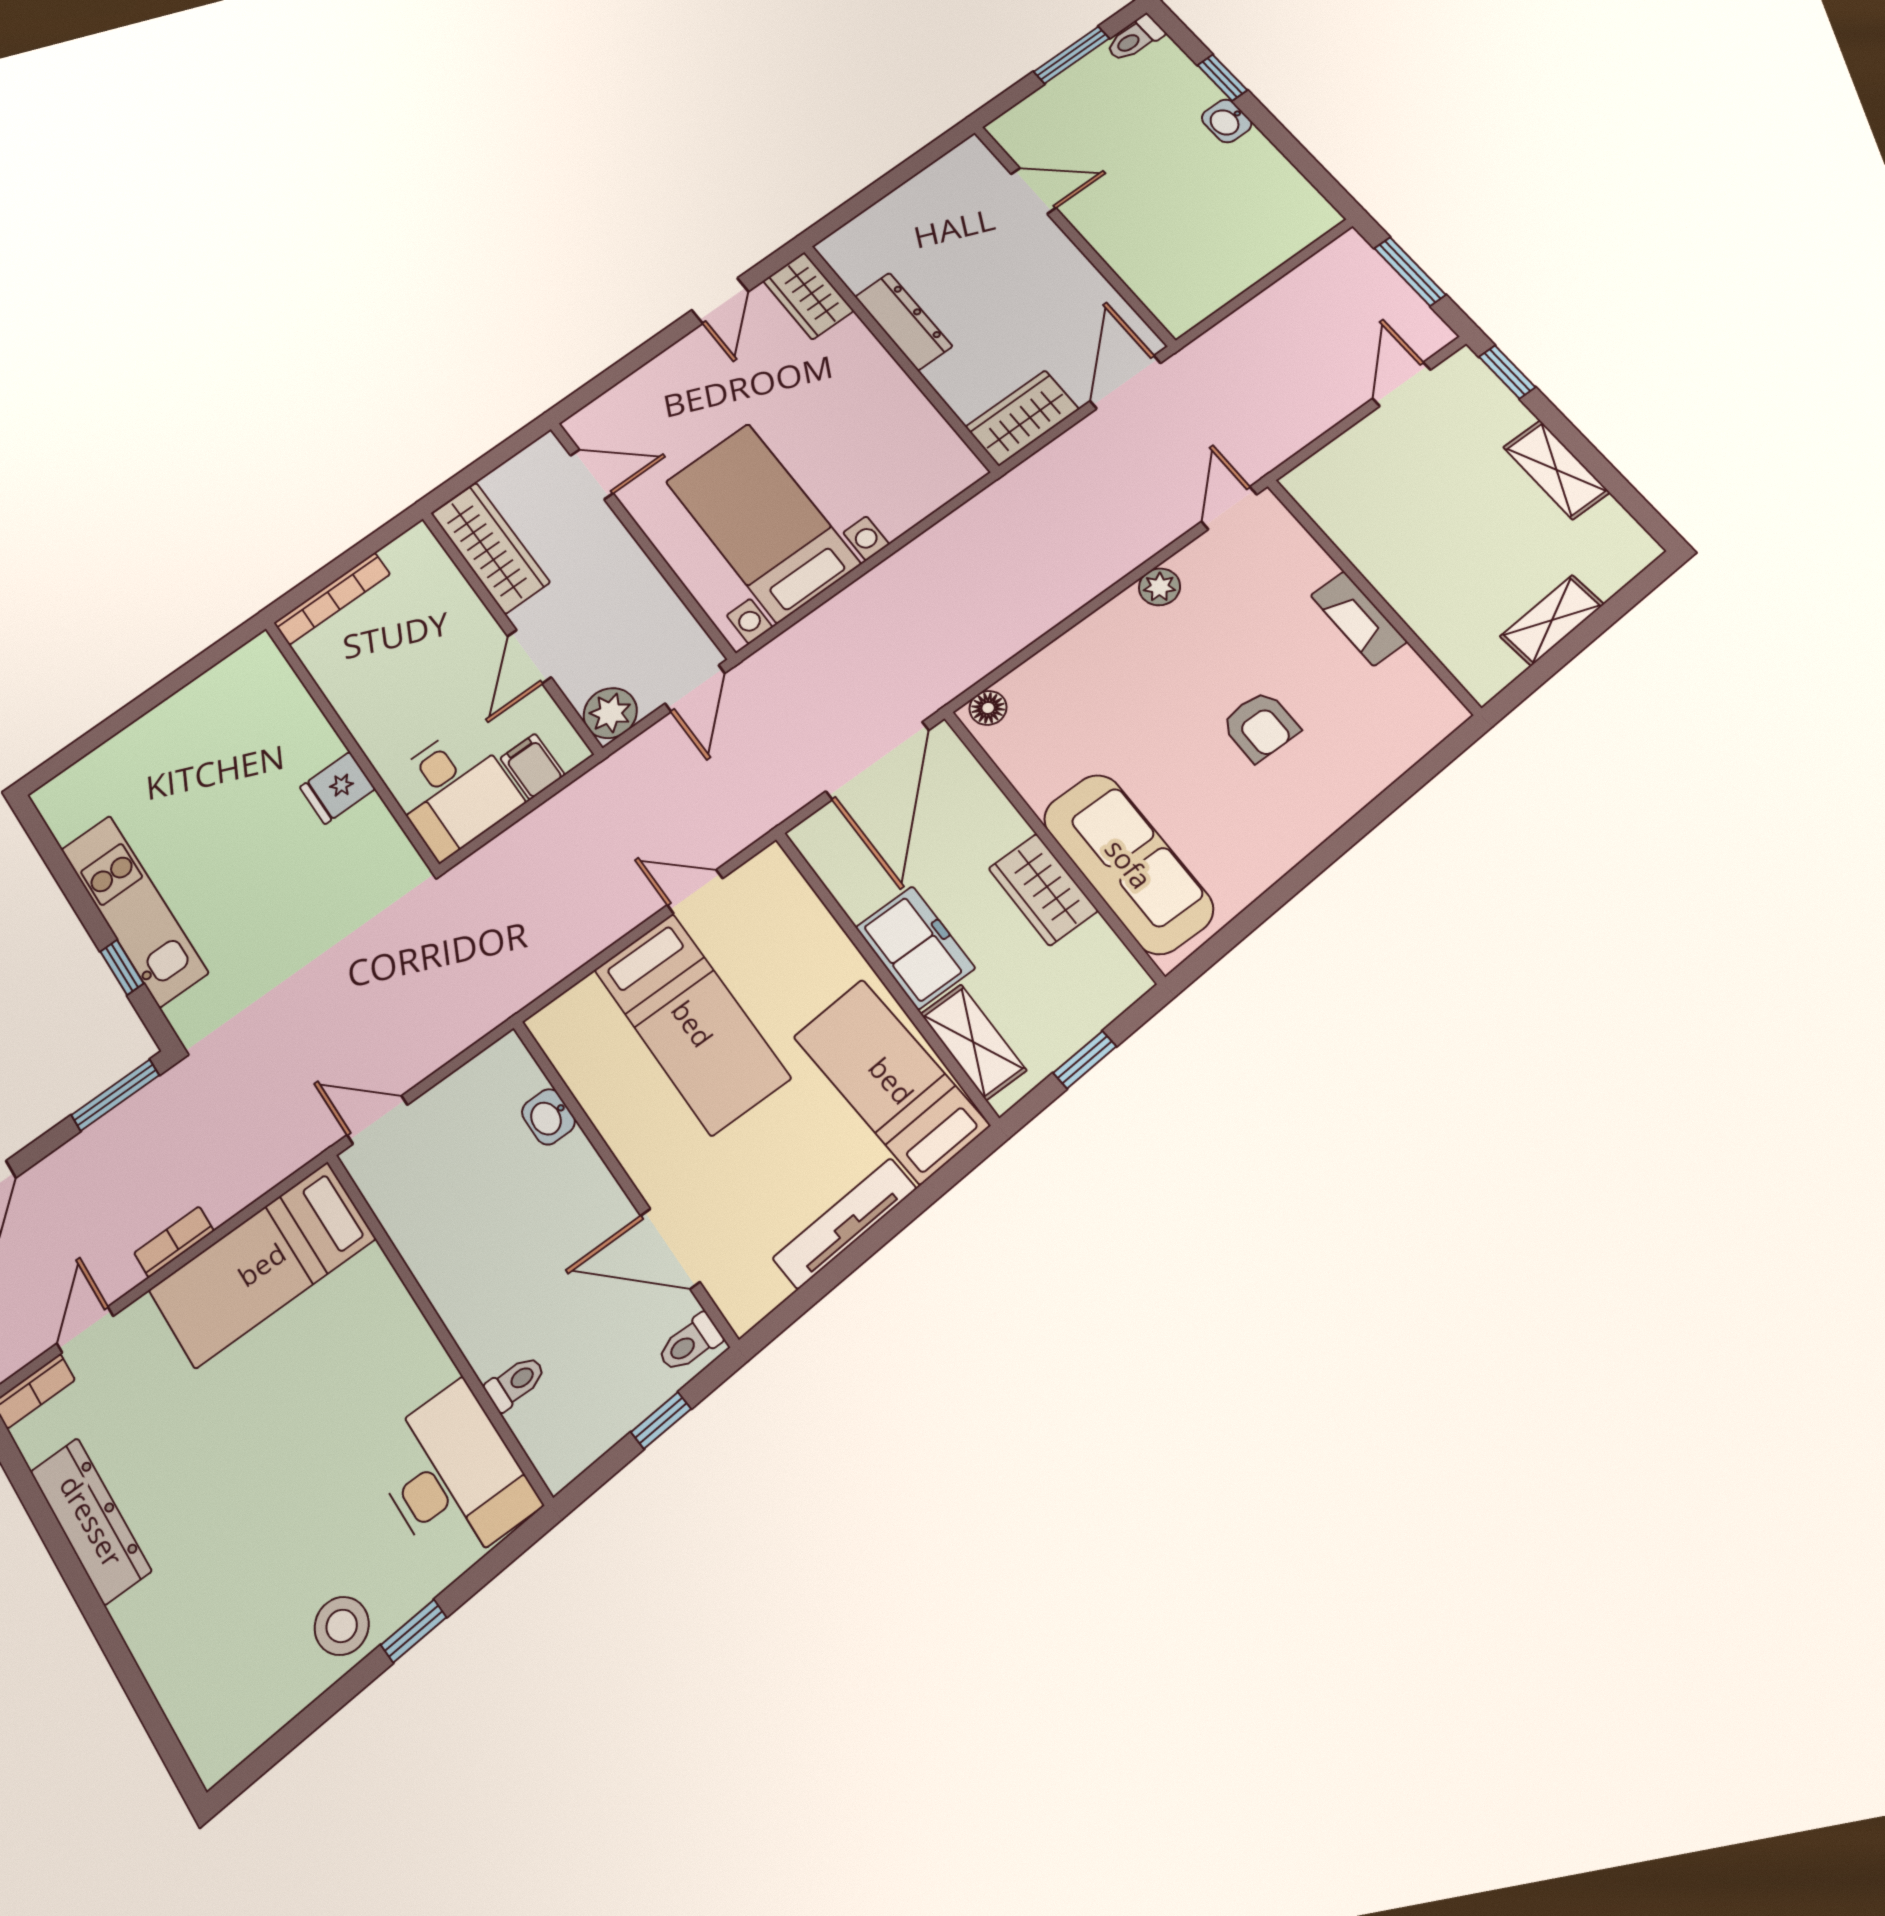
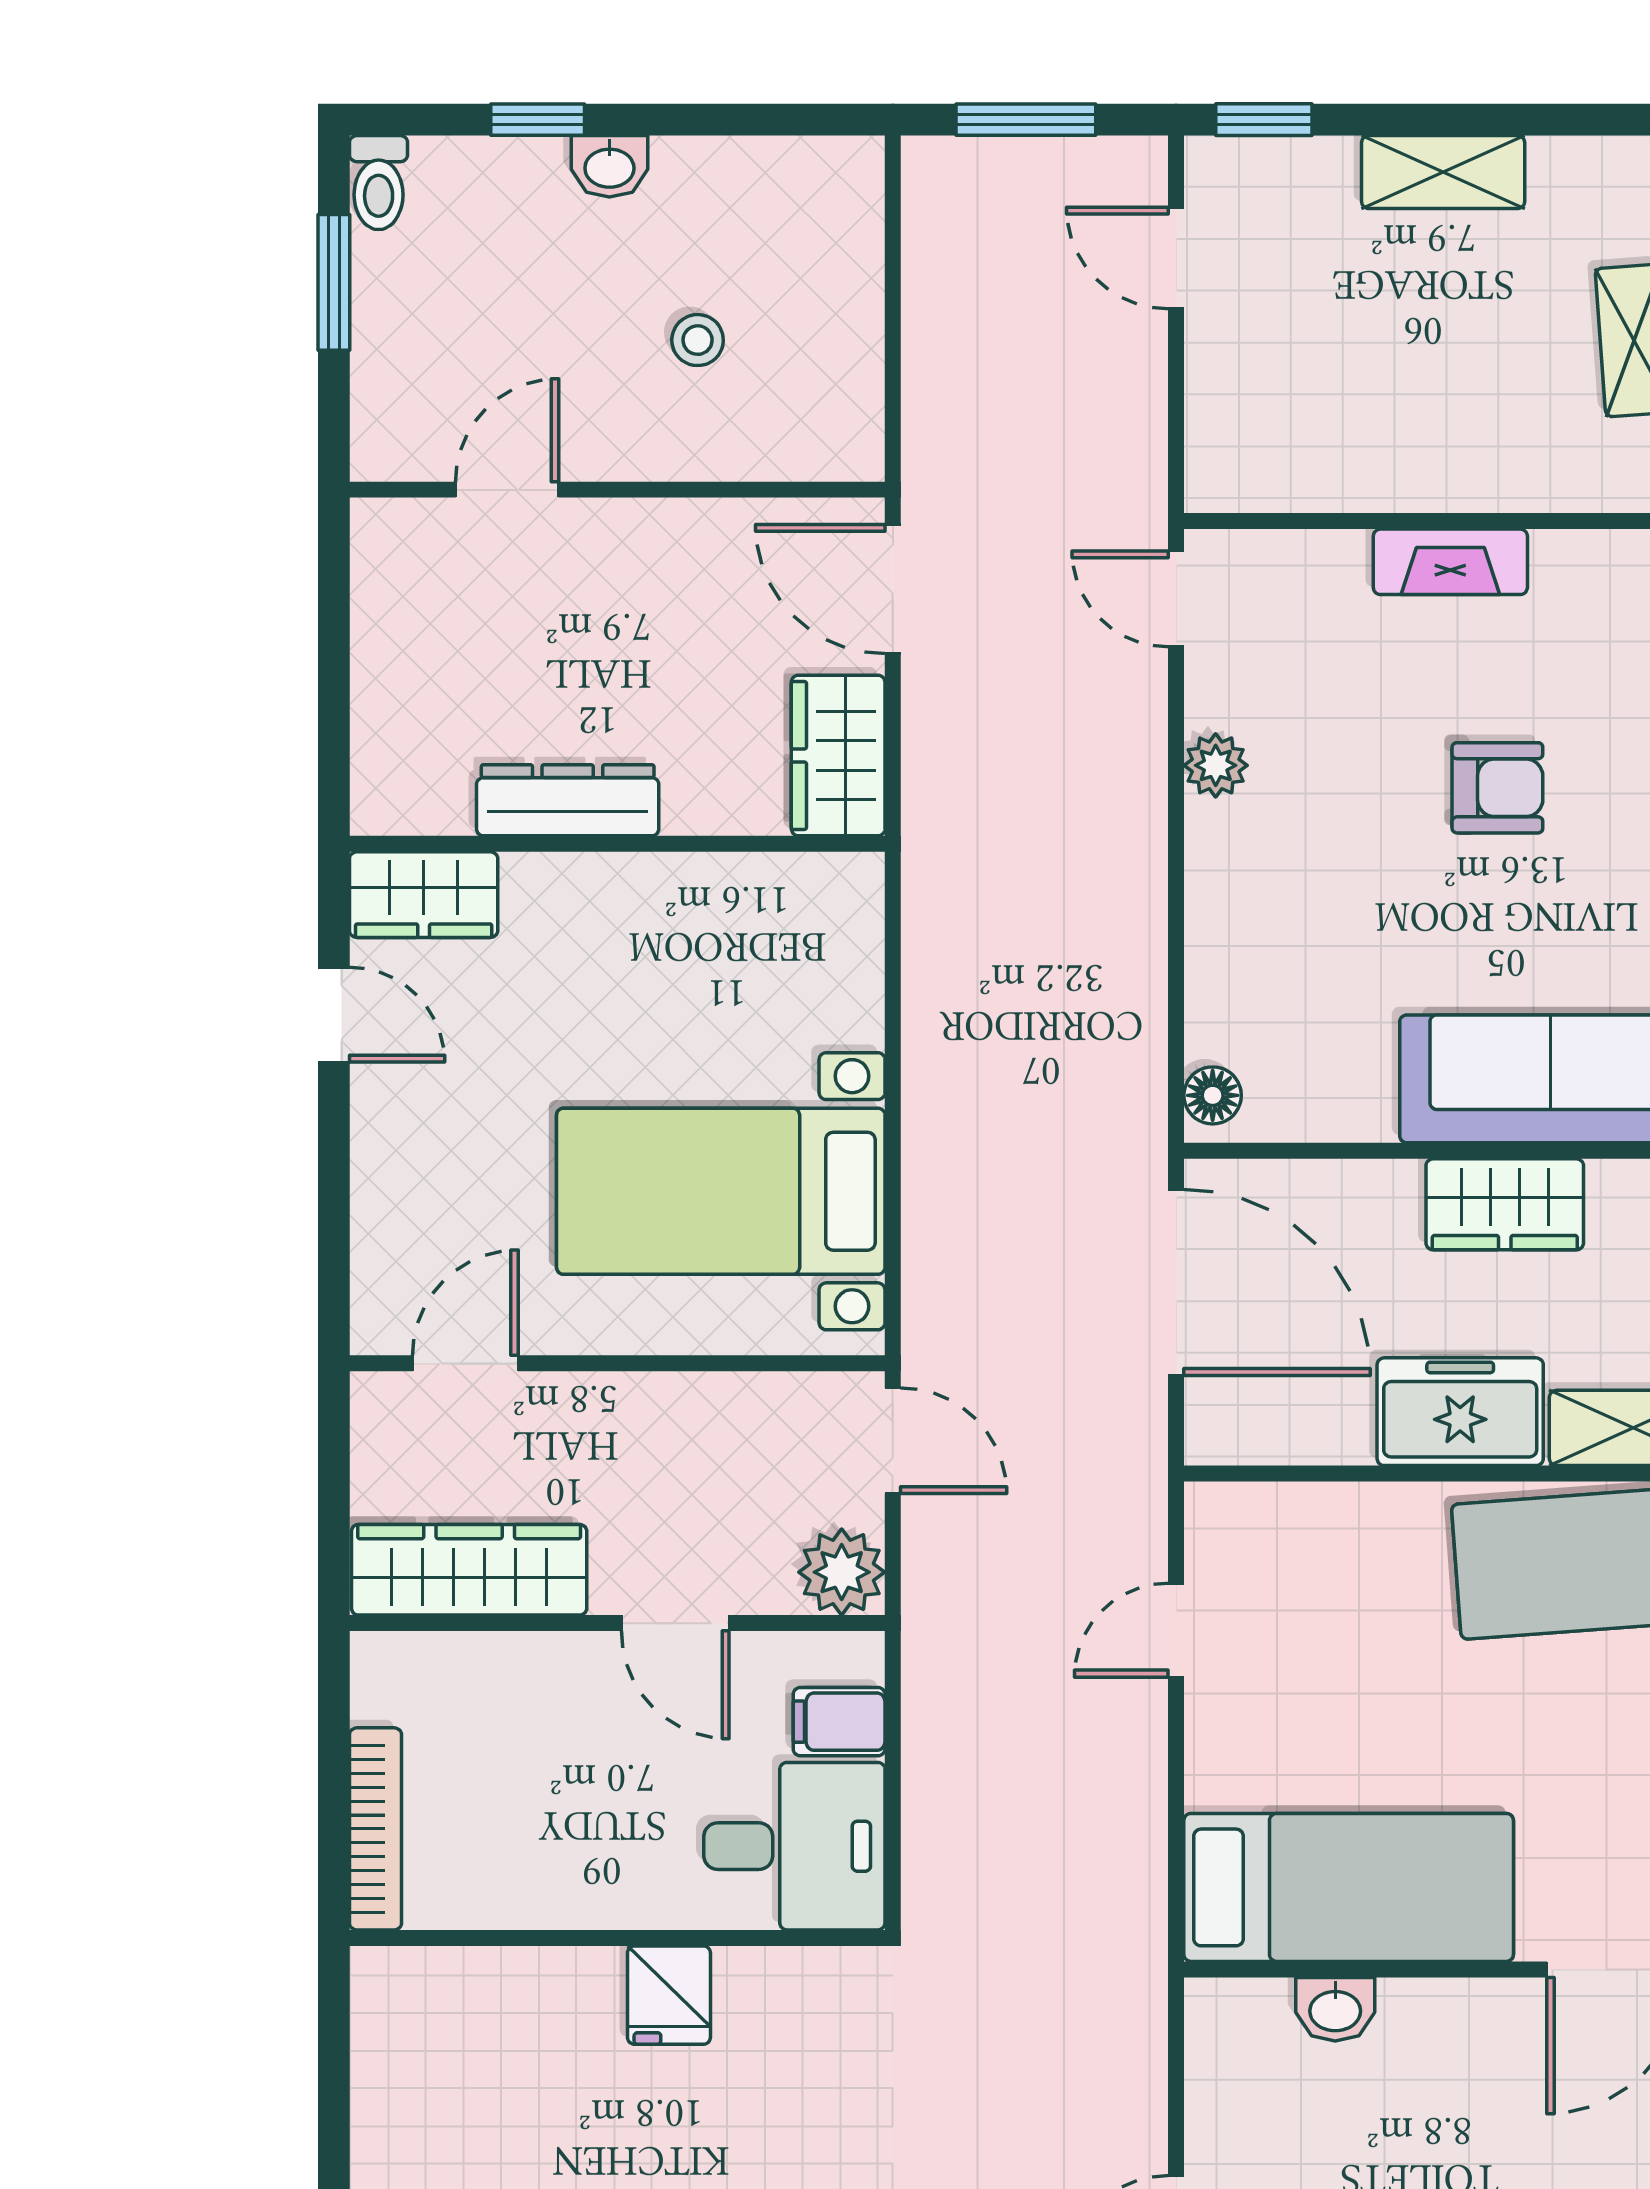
stool: (1175, 215) -> (698, 340), added
bed: (692, 1024) -> (1349, 1887), moved

